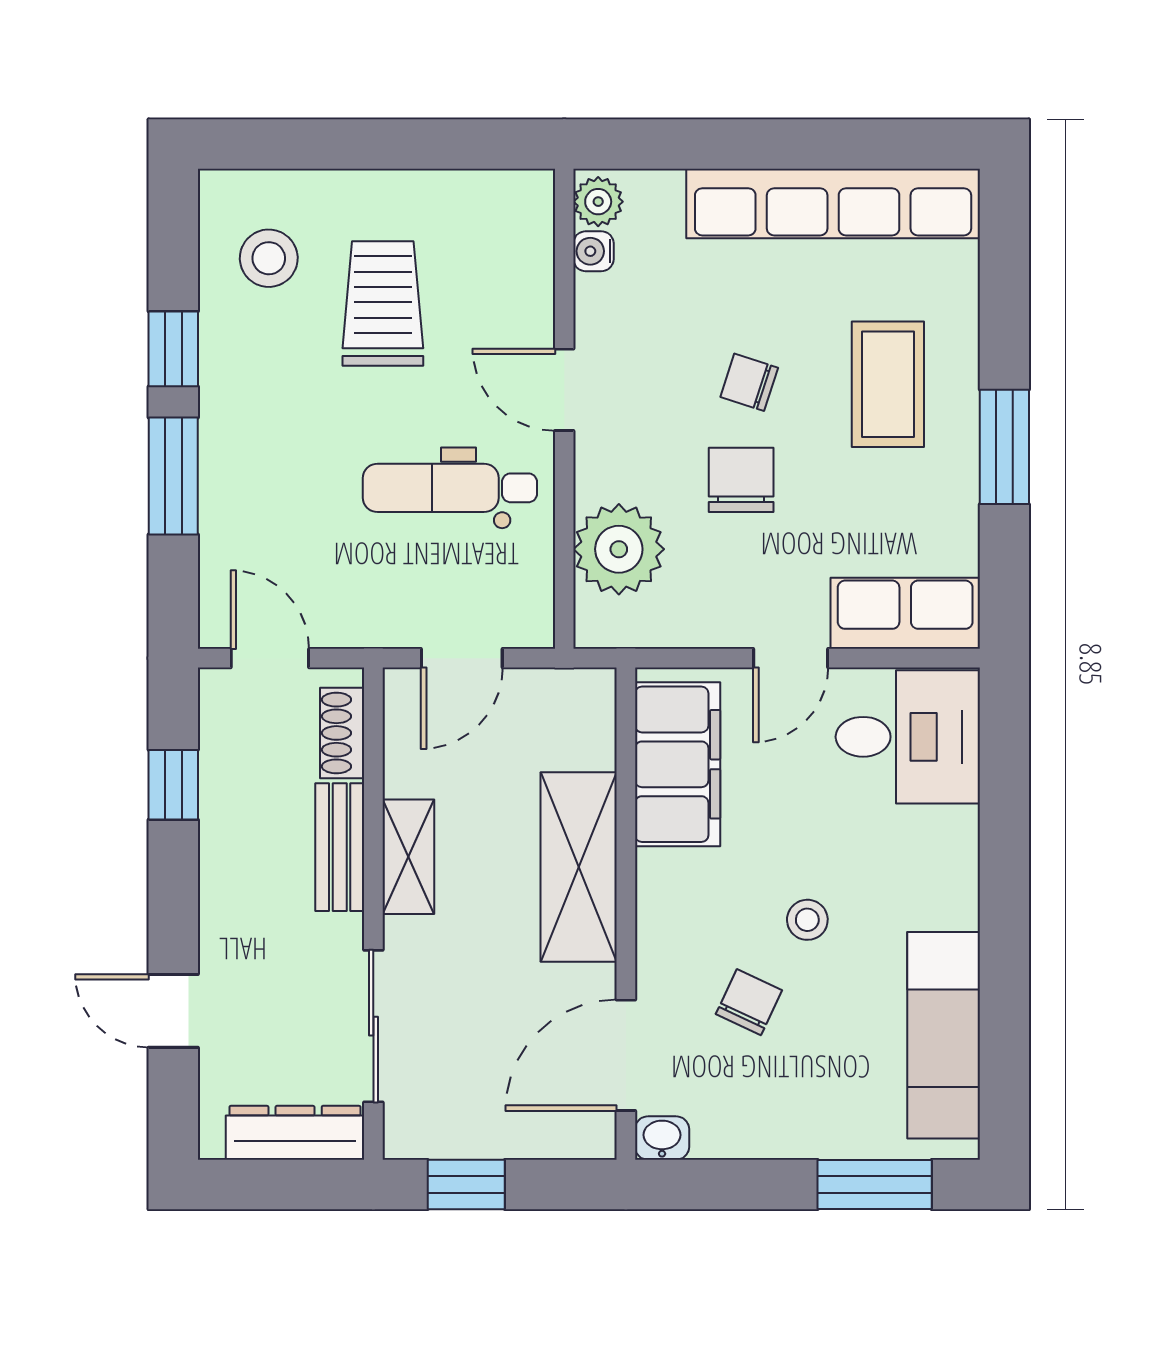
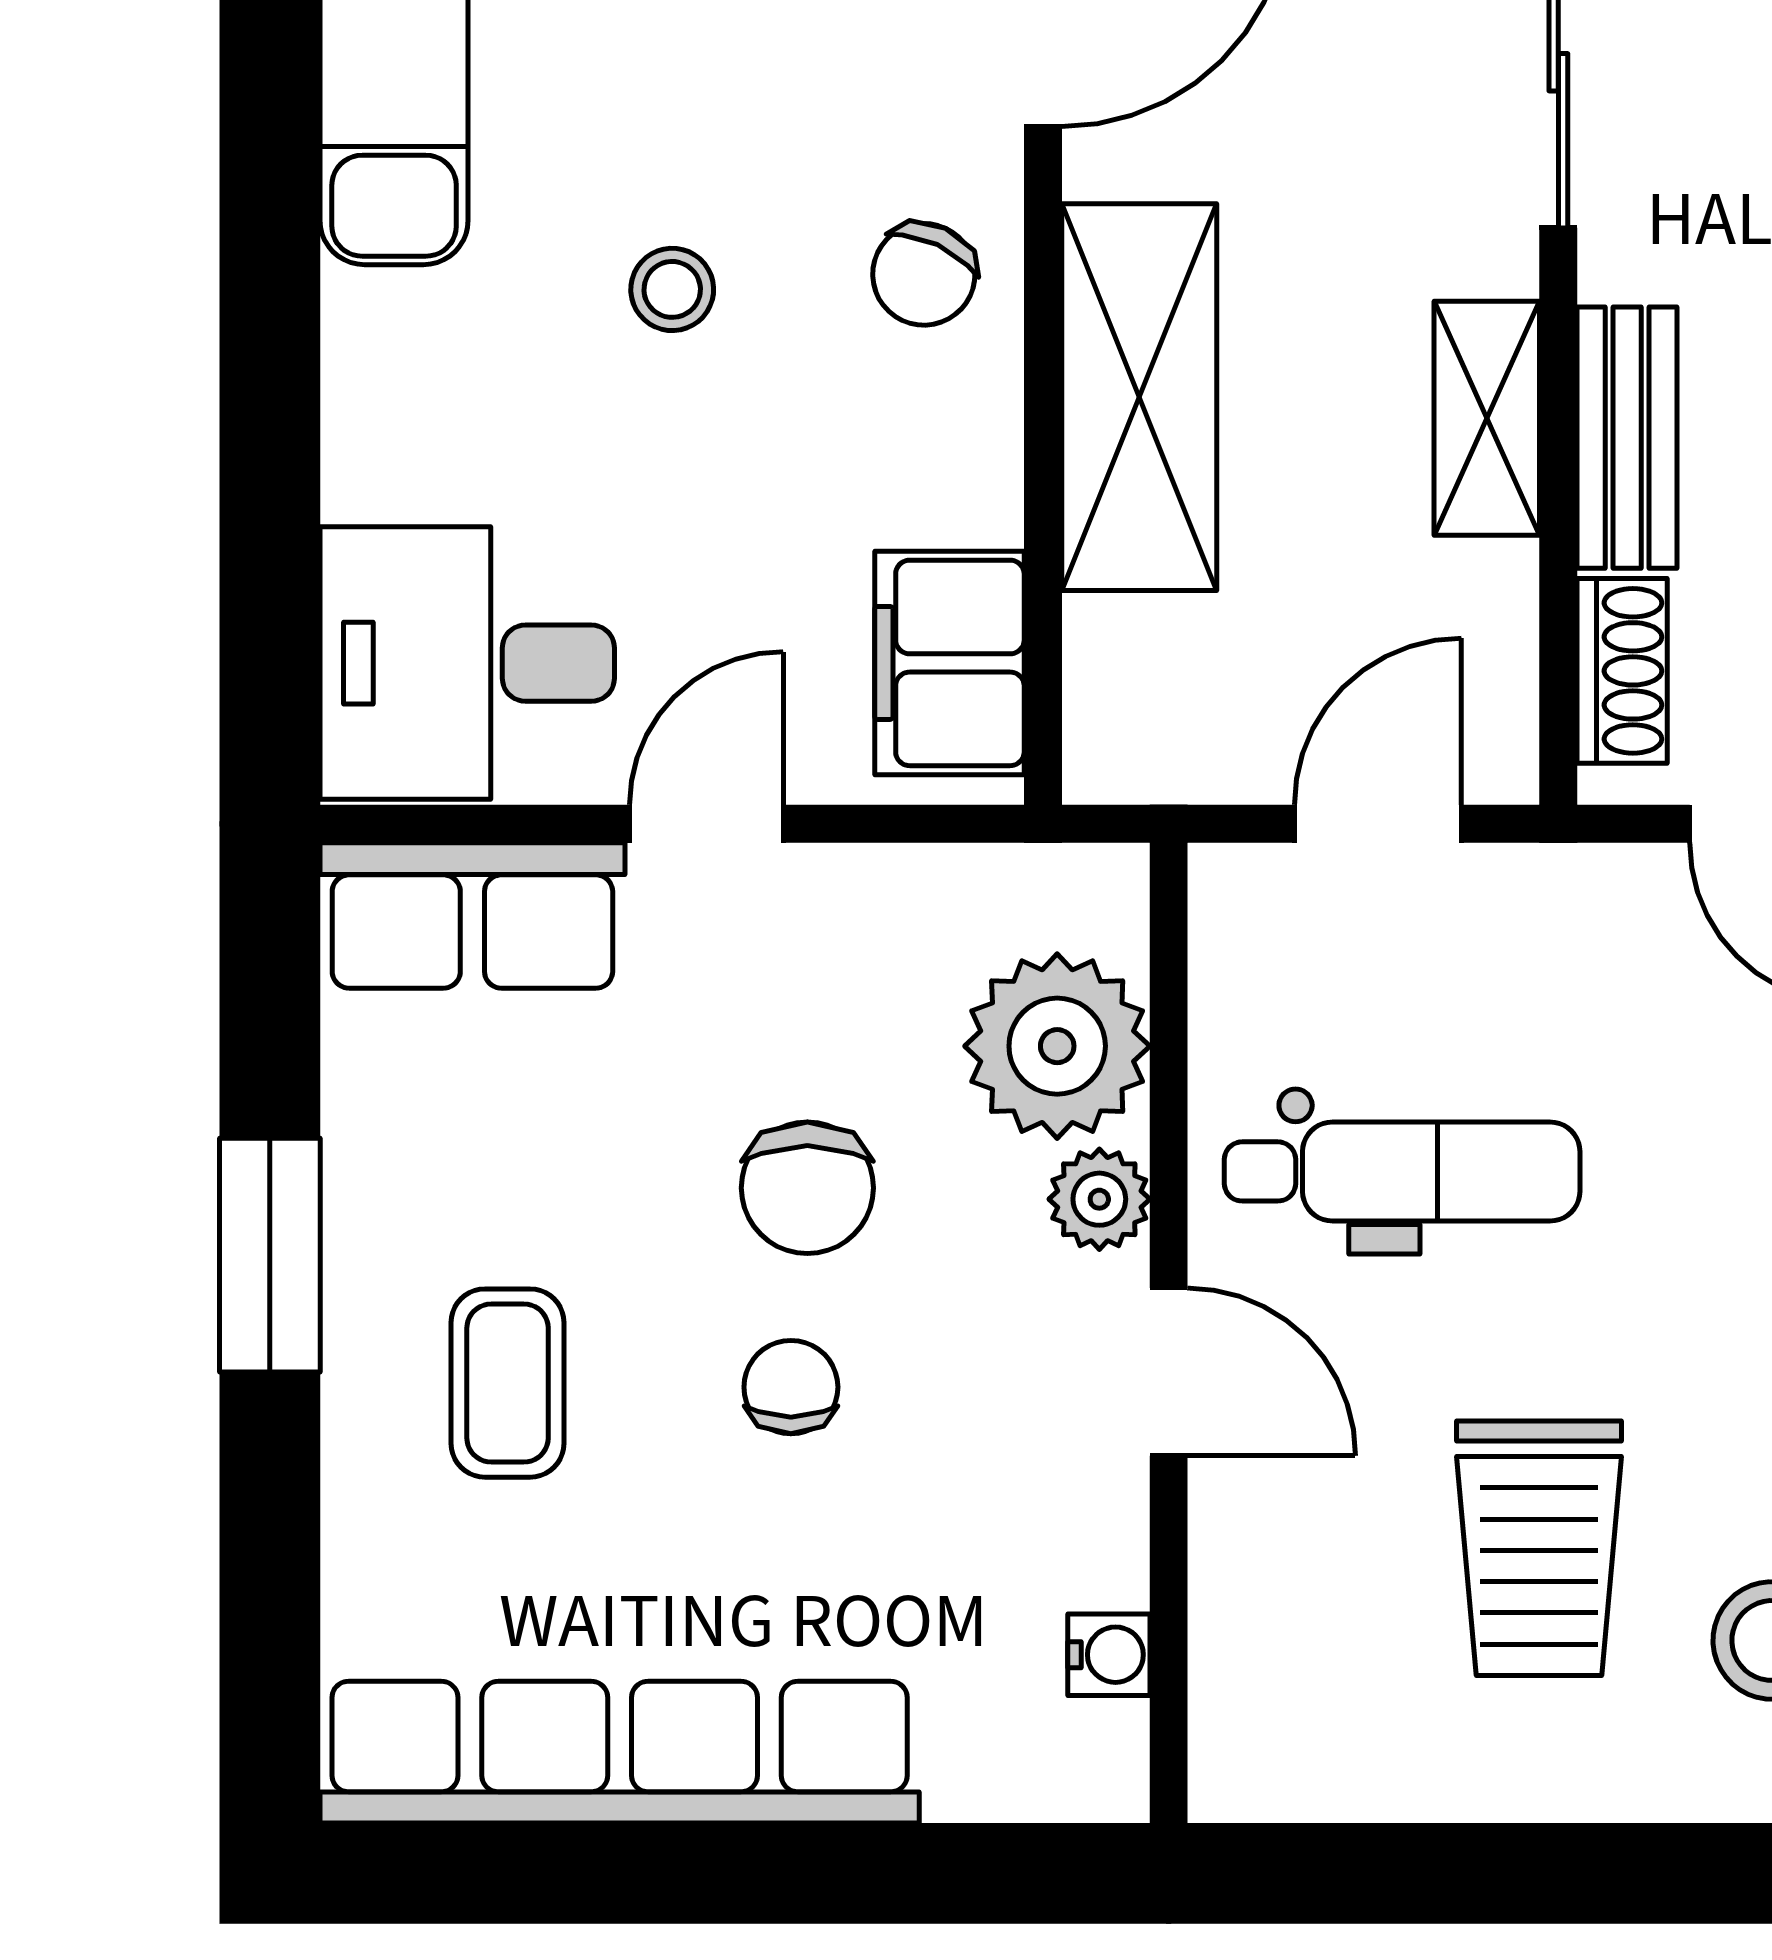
plant: (598, 202) -> (1099, 1199), moved
chair: (749, 382) -> (791, 1387), turned -108
coffee table: (888, 384) -> (508, 1383), width x0.73, depth x0.77
filing cabinet: (678, 764) -> (949, 663), width x0.67, depth x0.86
chair: (749, 1002) -> (924, 274), moved

